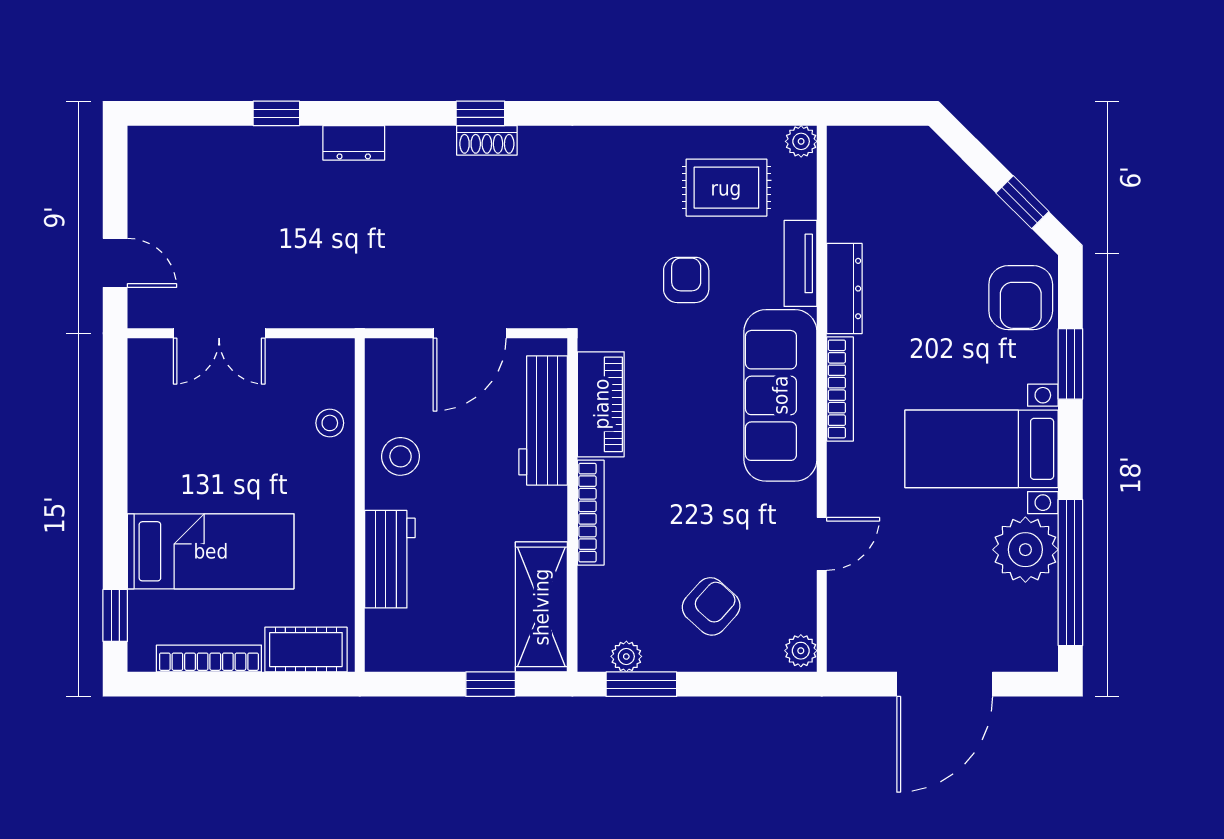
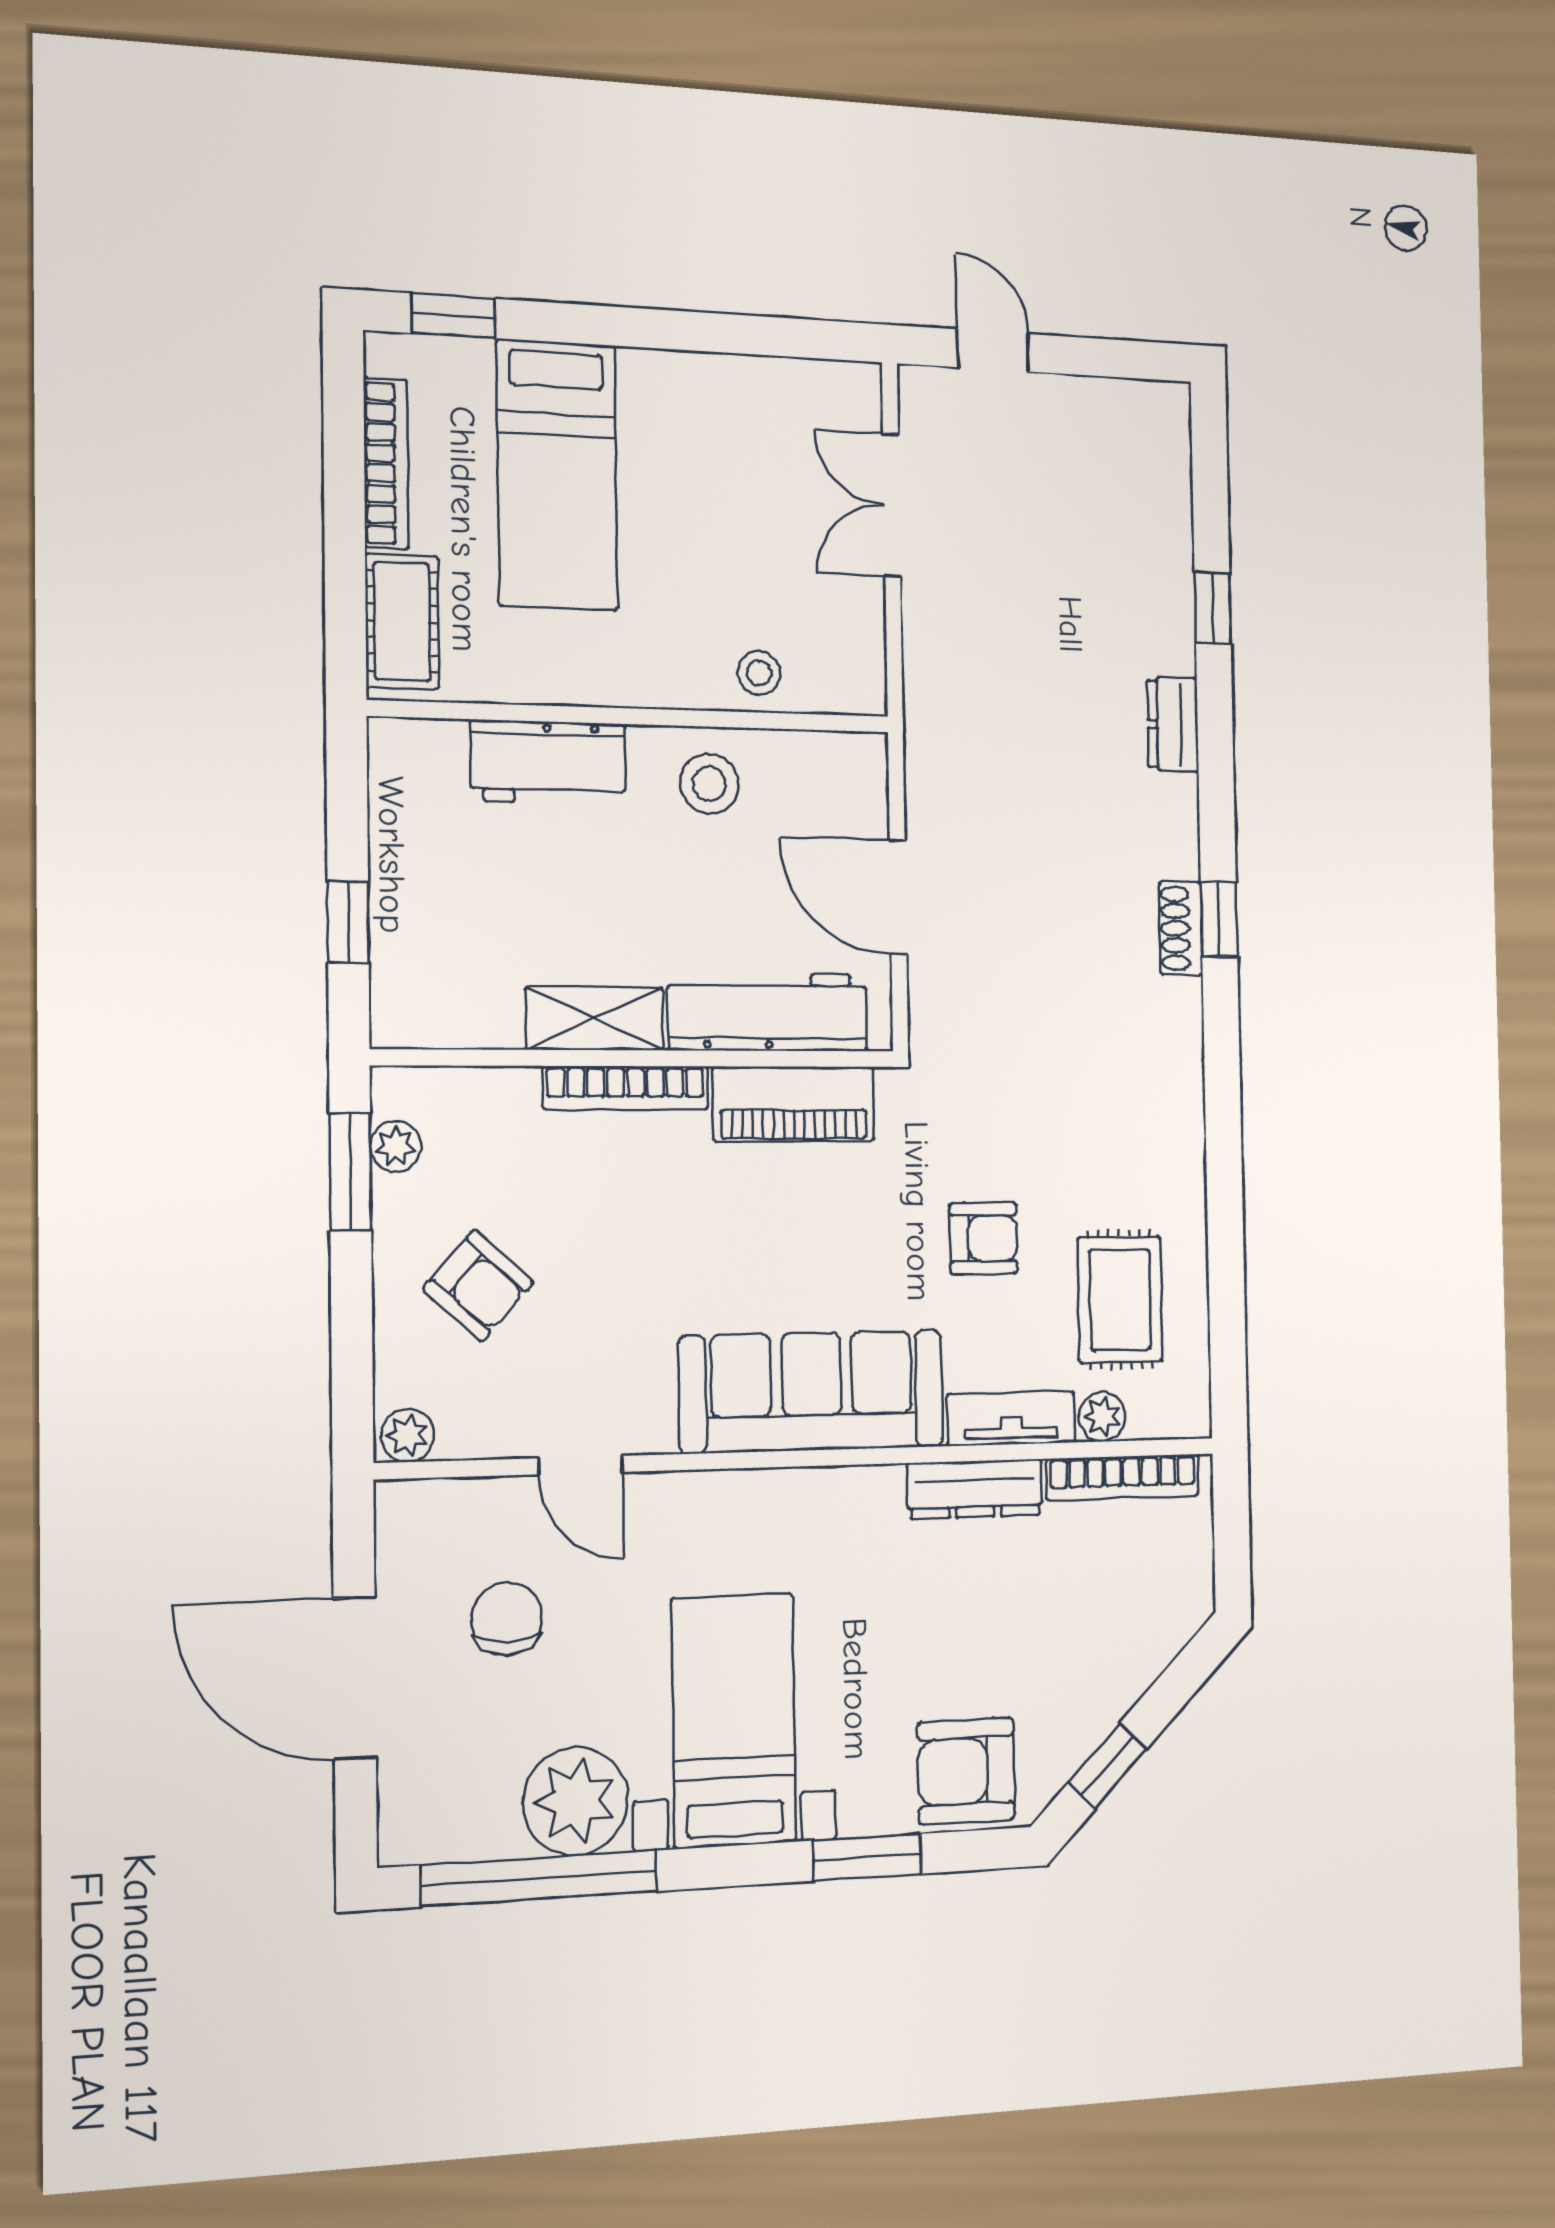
plant: (801, 141) -> (1102, 1417), moved
door: (115, 263) -> (993, 351), swing flipped
bookcase: (840, 389) -> (1123, 1477), moved
chair: (913, 591) -> (507, 1619), added
shelving: (541, 607) -> (595, 1019), moved, width x0.67, depth x0.75

